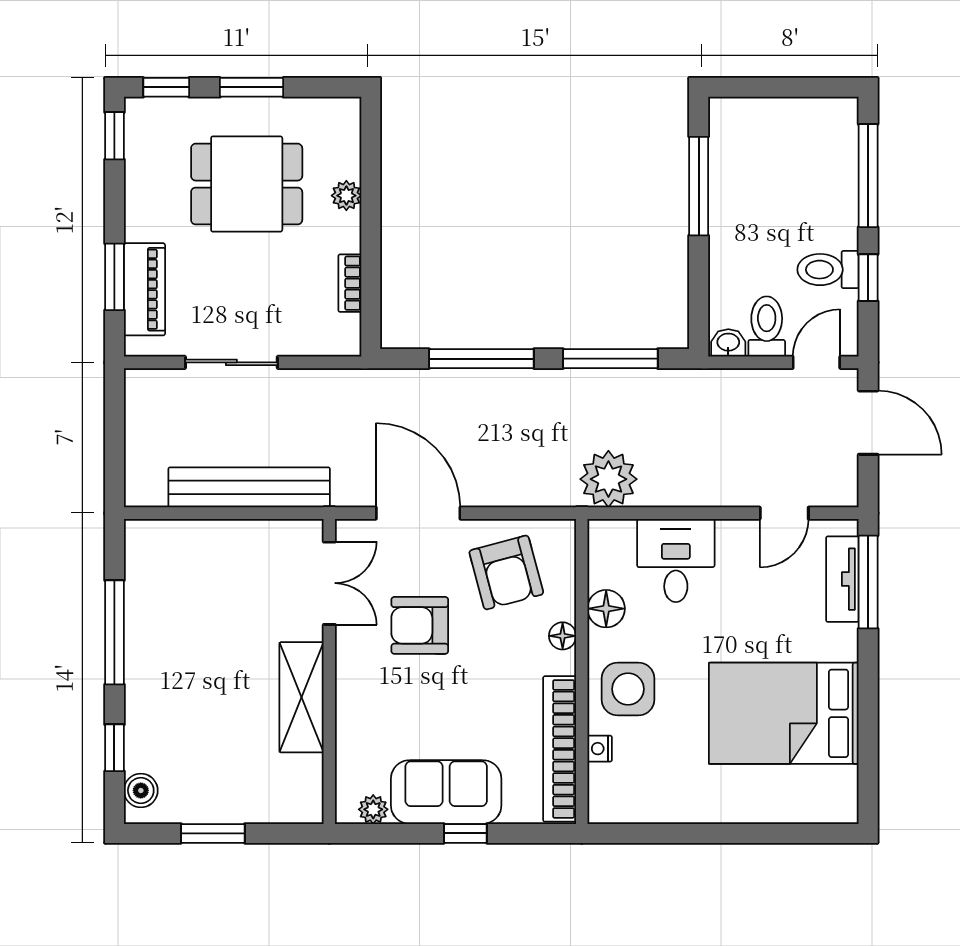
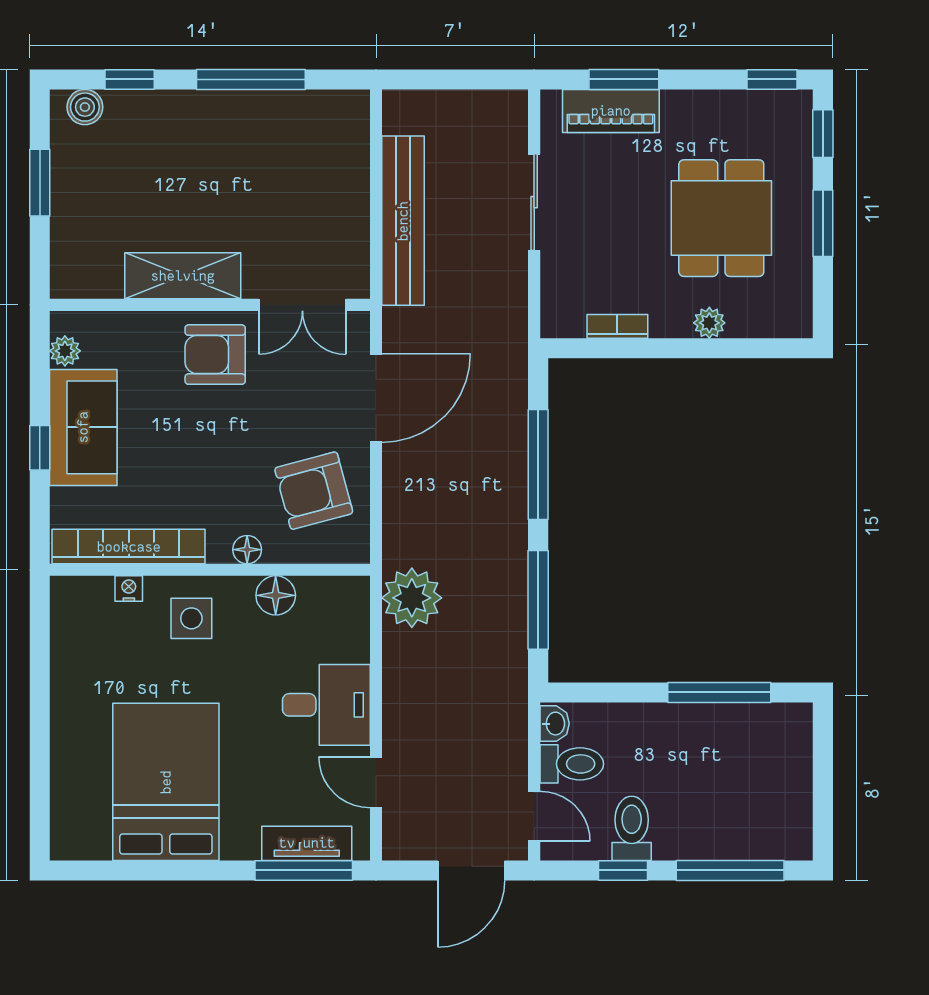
desk: (676, 560) -> (326, 705), moved
armchair: (420, 625) -> (215, 355), moved, turned -90
side table: (628, 689) -> (191, 618), width x0.73, depth x0.73

